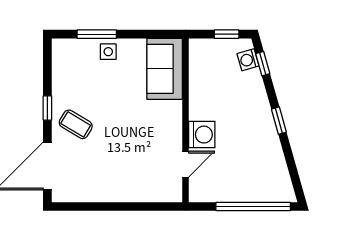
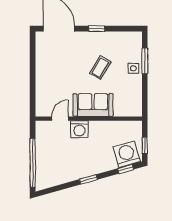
washing machine: (248, 60) -> (127, 154), width x1.89, depth x1.89
sofa: (165, 69) -> (93, 105), moved
coffee table: (76, 124) -> (100, 68), moved
door: (185, 164) -> (60, 119), swing flipped

